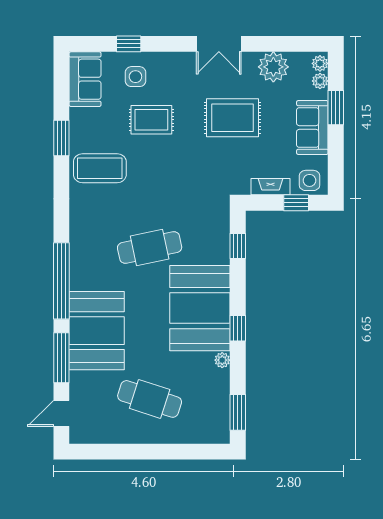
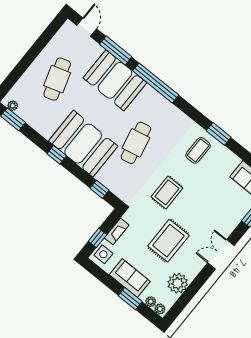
double door: (219, 44) -> (221, 254), moved
side table: (135, 77) -> (231, 208), removed
rug: (151, 120) -> (167, 192), moved
window: (61, 138) -> (219, 134), moved
coffee table: (100, 168) -> (198, 150), width x0.73, depth x0.76
plant: (222, 360) -> (13, 106), moved
cafe table: (150, 399) -> (57, 79), turned -36

